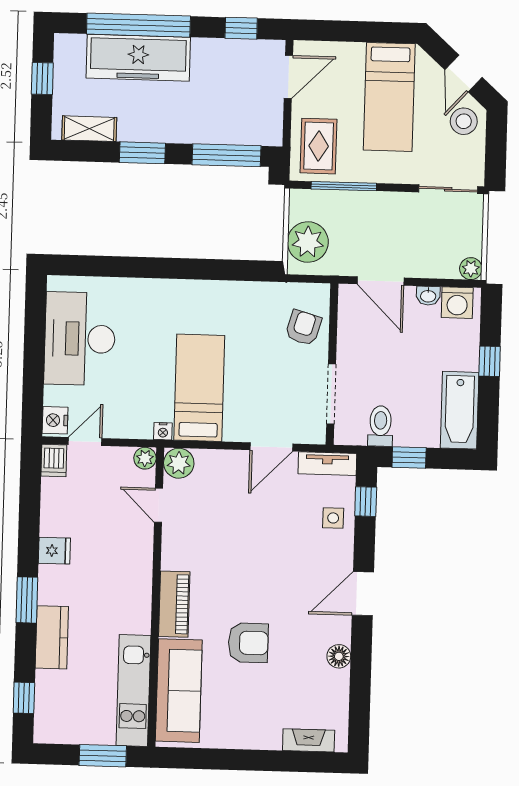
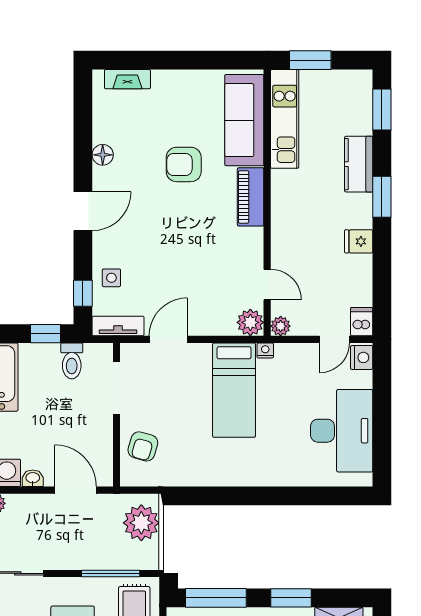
window: (24, 698) -> (382, 109), width x1.50

